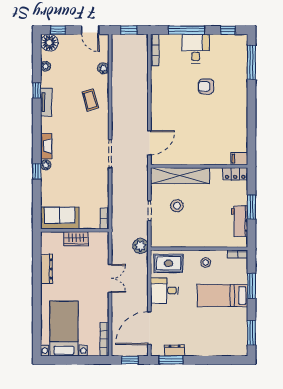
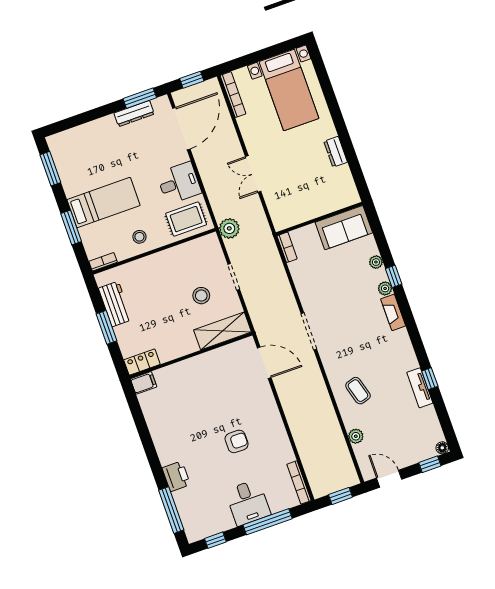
floor lamp: (49, 43) -> (442, 448), width x0.53, depth x0.53
plant: (46, 66) -> (376, 262), moved
printer: (240, 85) -> (176, 476), added
armchair: (206, 86) -> (237, 441), moved
tv unit: (46, 102) -> (420, 388), moved
door: (149, 143) -> (264, 363), swing flipped
shelving: (180, 176) -> (223, 331), width x0.68
wardrobe: (76, 239) -> (314, 209), removed
dresser: (47, 269) -> (336, 152), width x0.70
dresser: (175, 350) -> (134, 114), width x1.44

